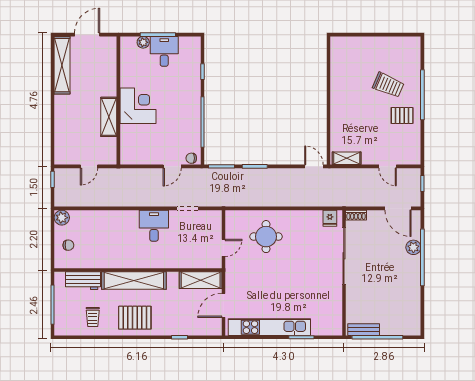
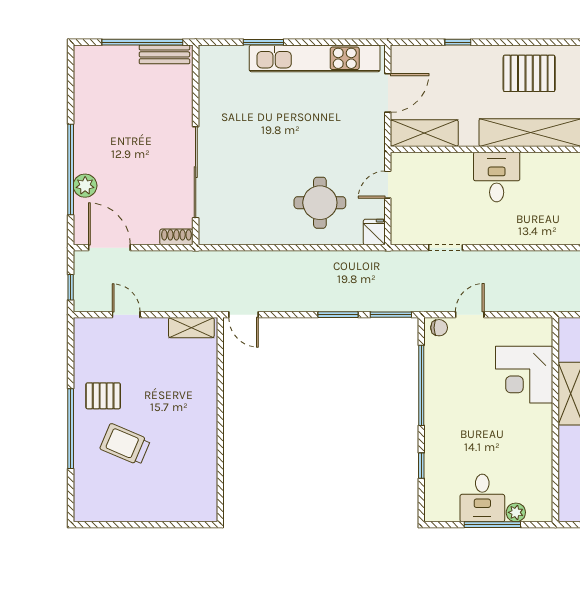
corner desk: (138, 106) -> (524, 375), moved
fridge: (330, 218) -> (374, 232), moved
desk: (154, 226) -> (497, 177), moved, turned 180

